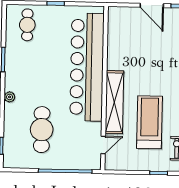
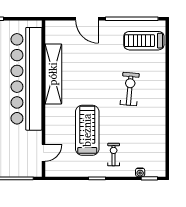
shelving: (114, 102) -> (53, 74), moved

